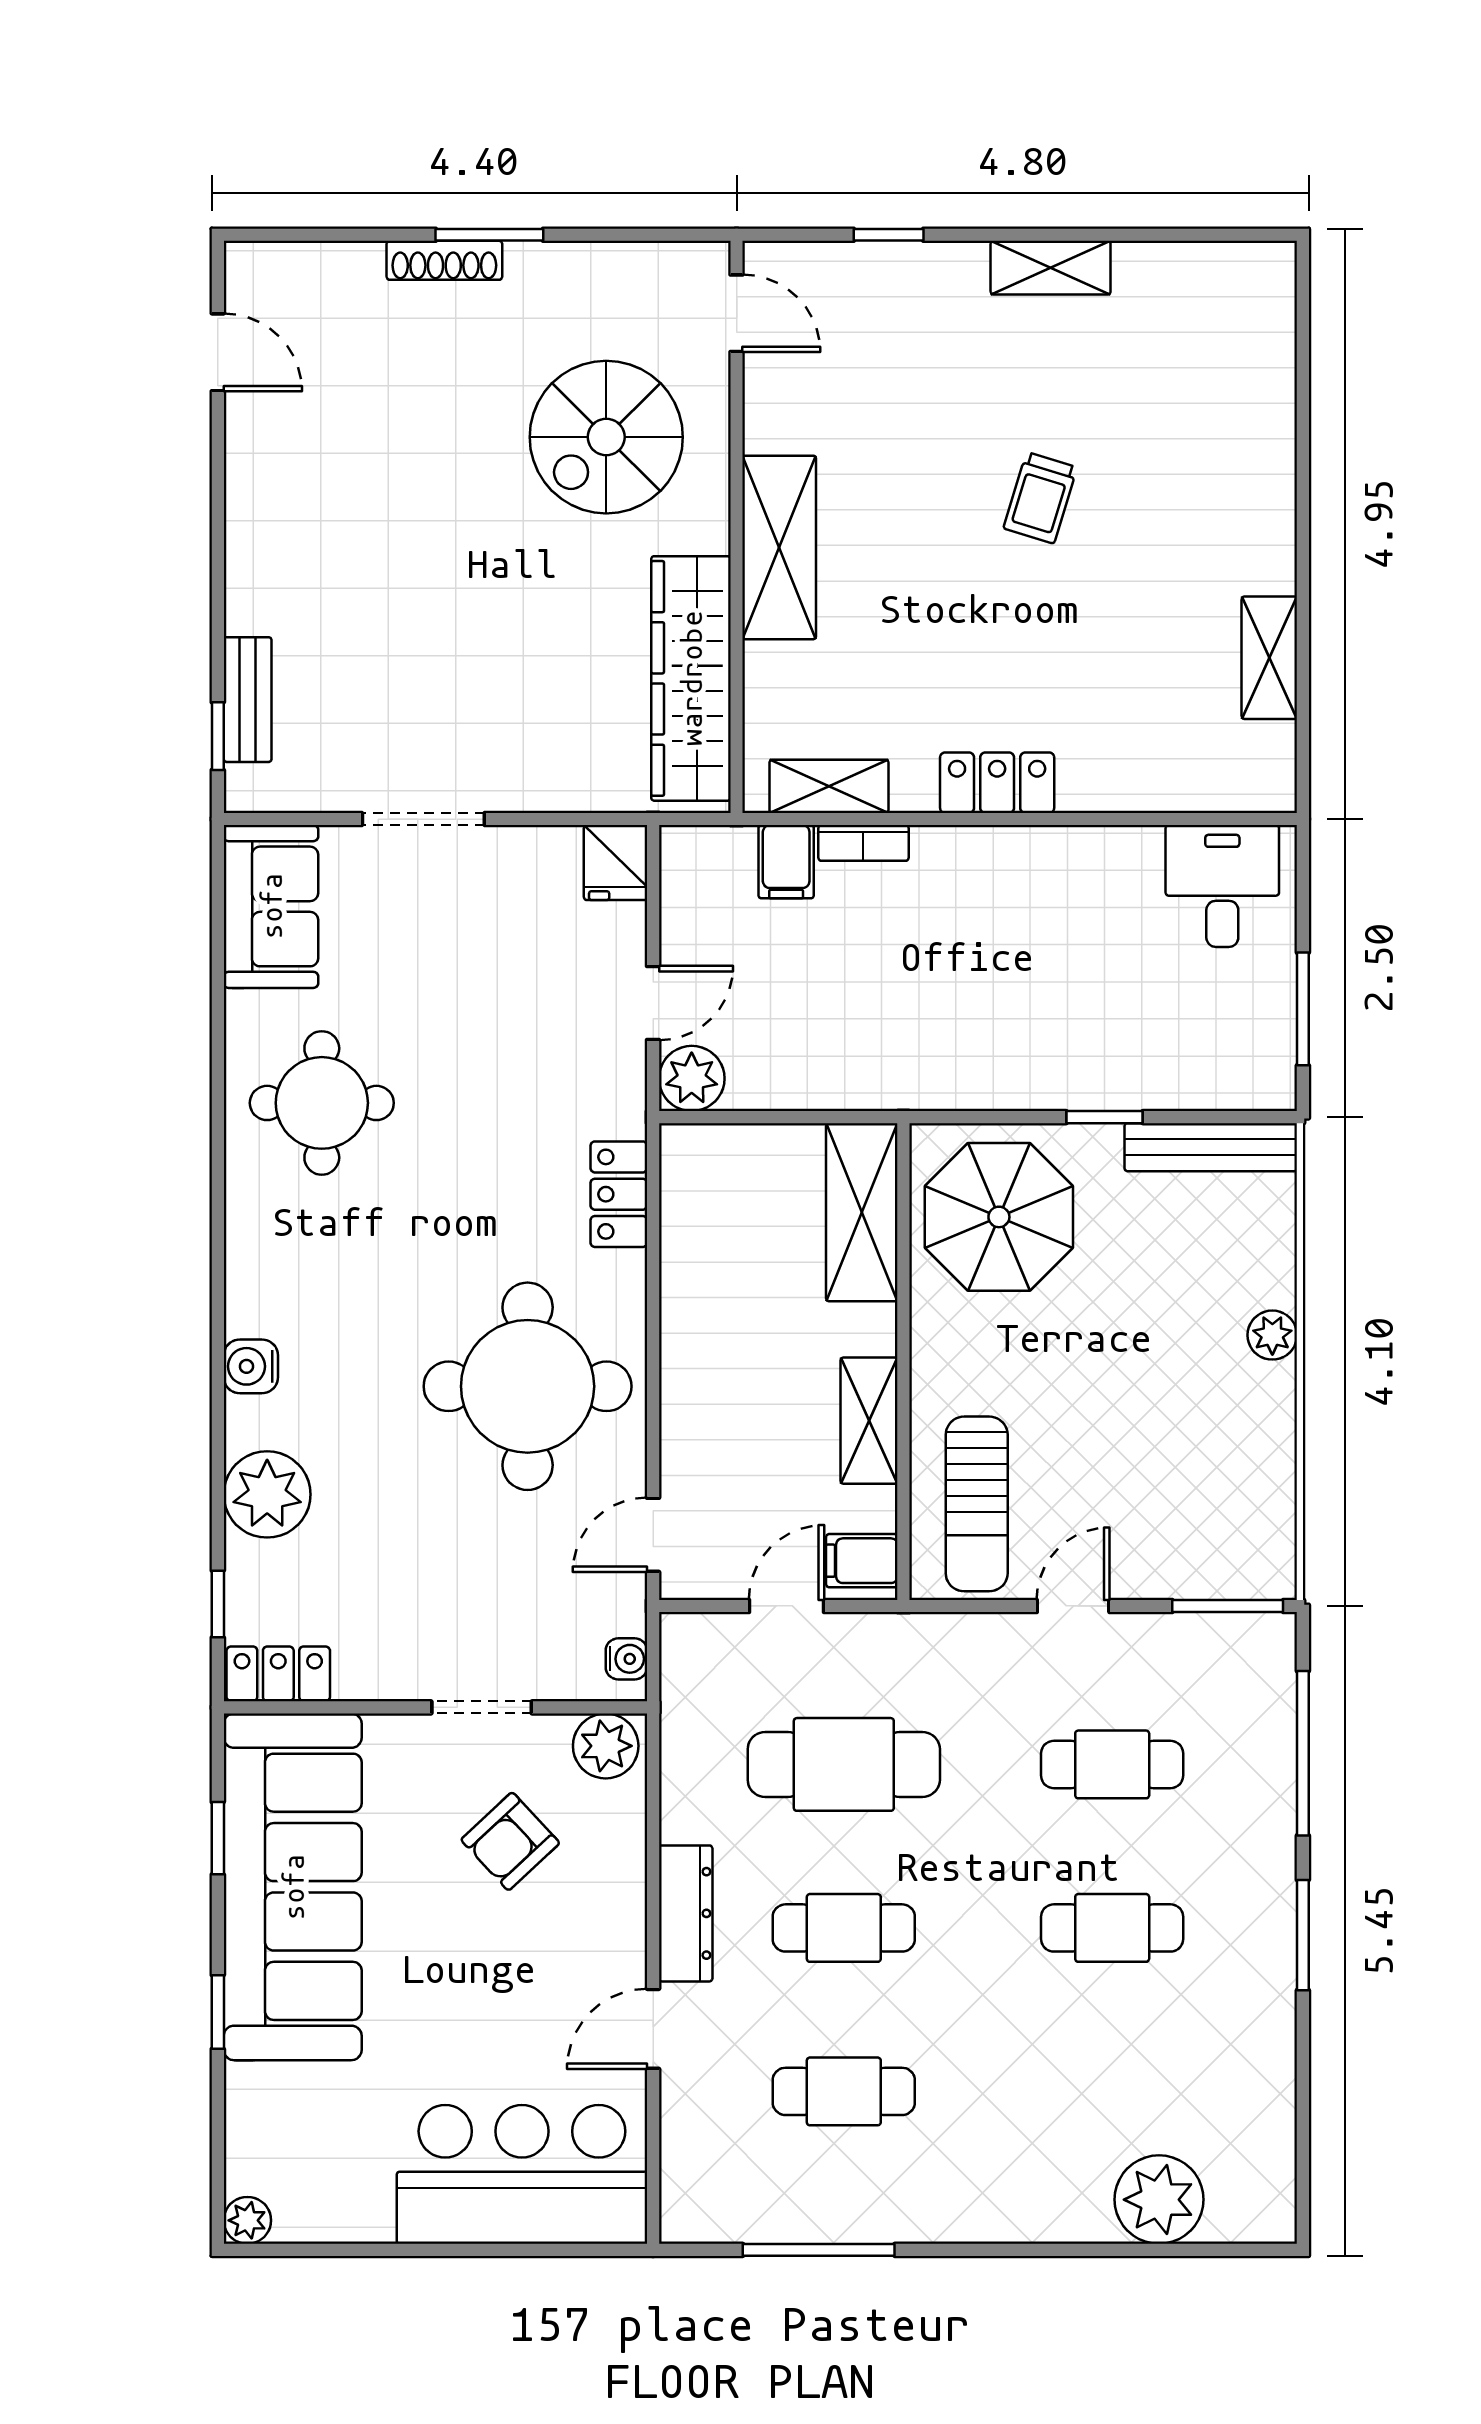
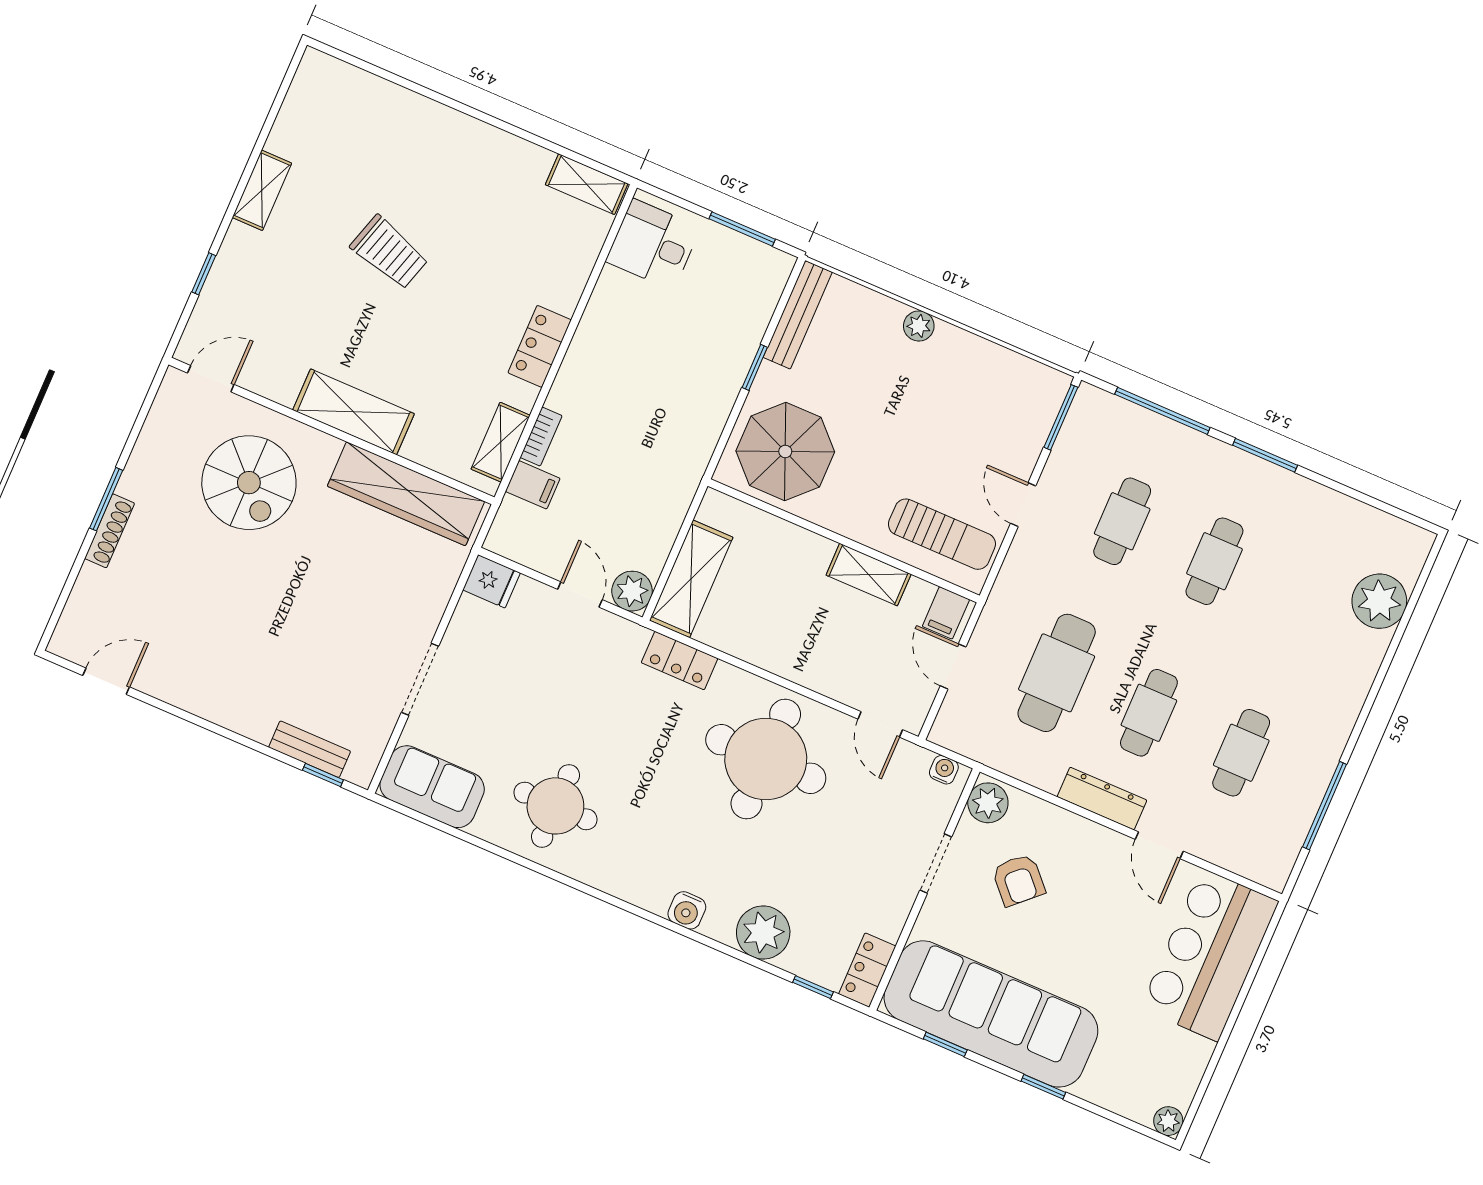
trolley: (1040, 498) -> (389, 252), width x1.36, depth x1.39
shelving: (1269, 658) -> (587, 184), moved
shelving: (862, 1212) -> (691, 579), moved, turned 90

